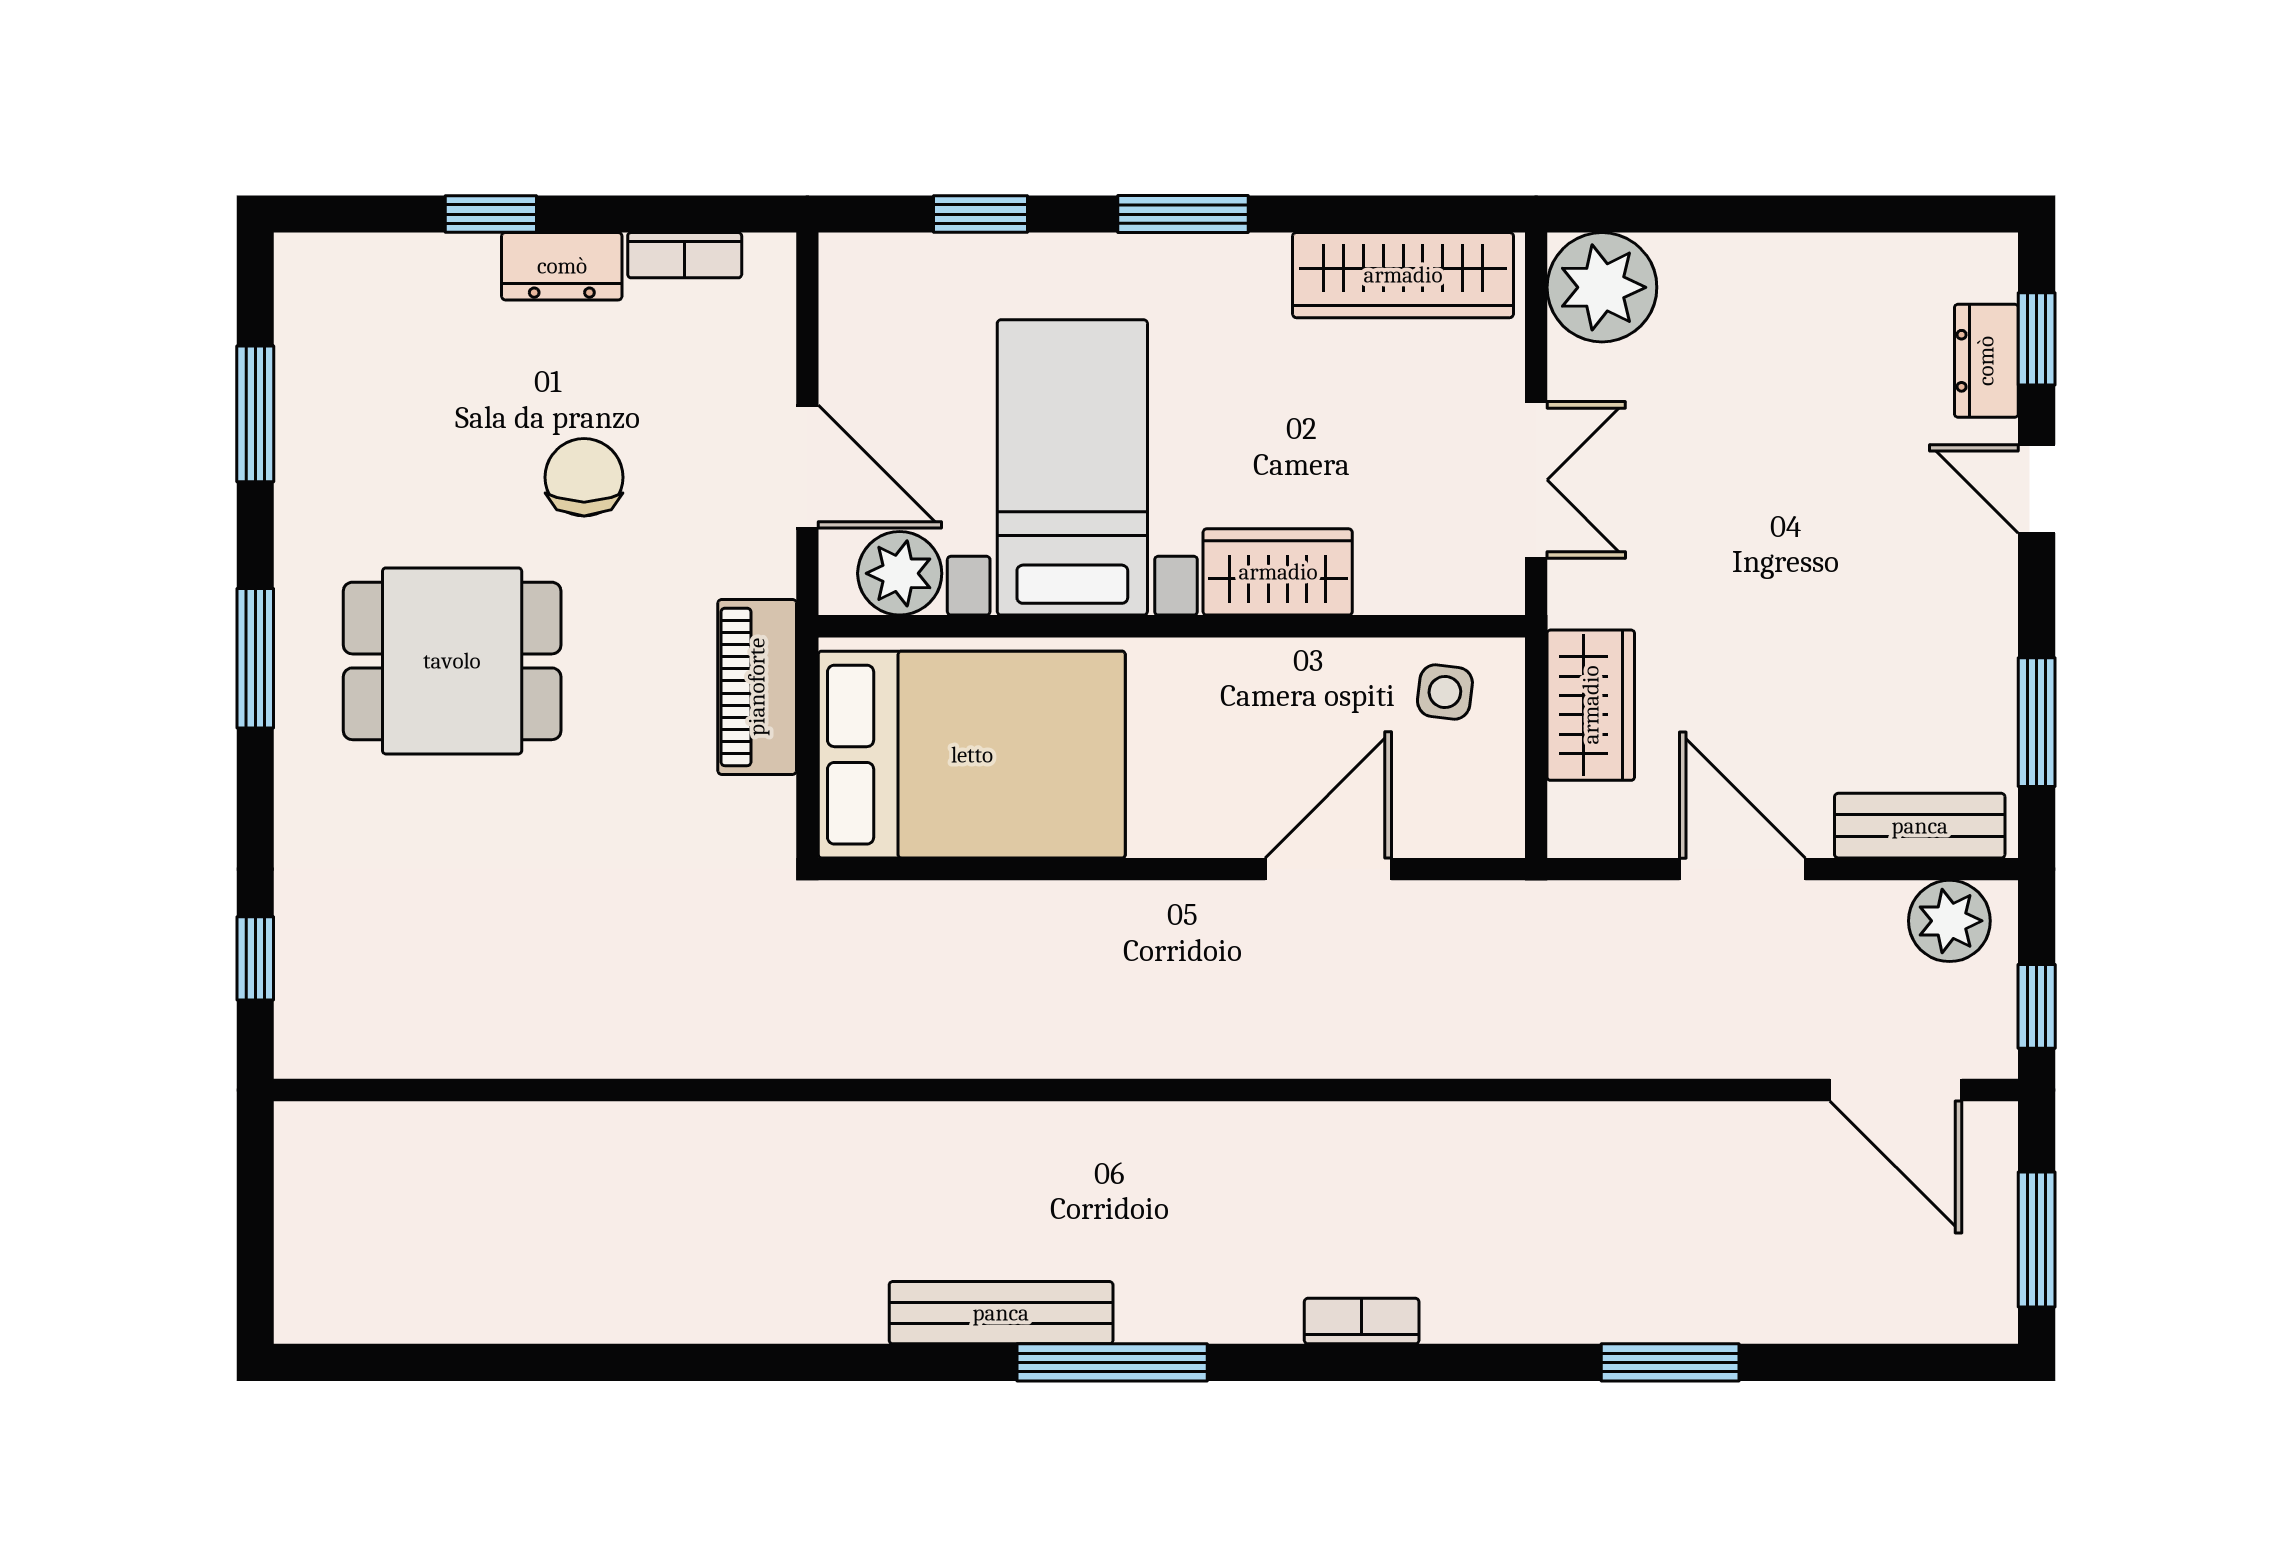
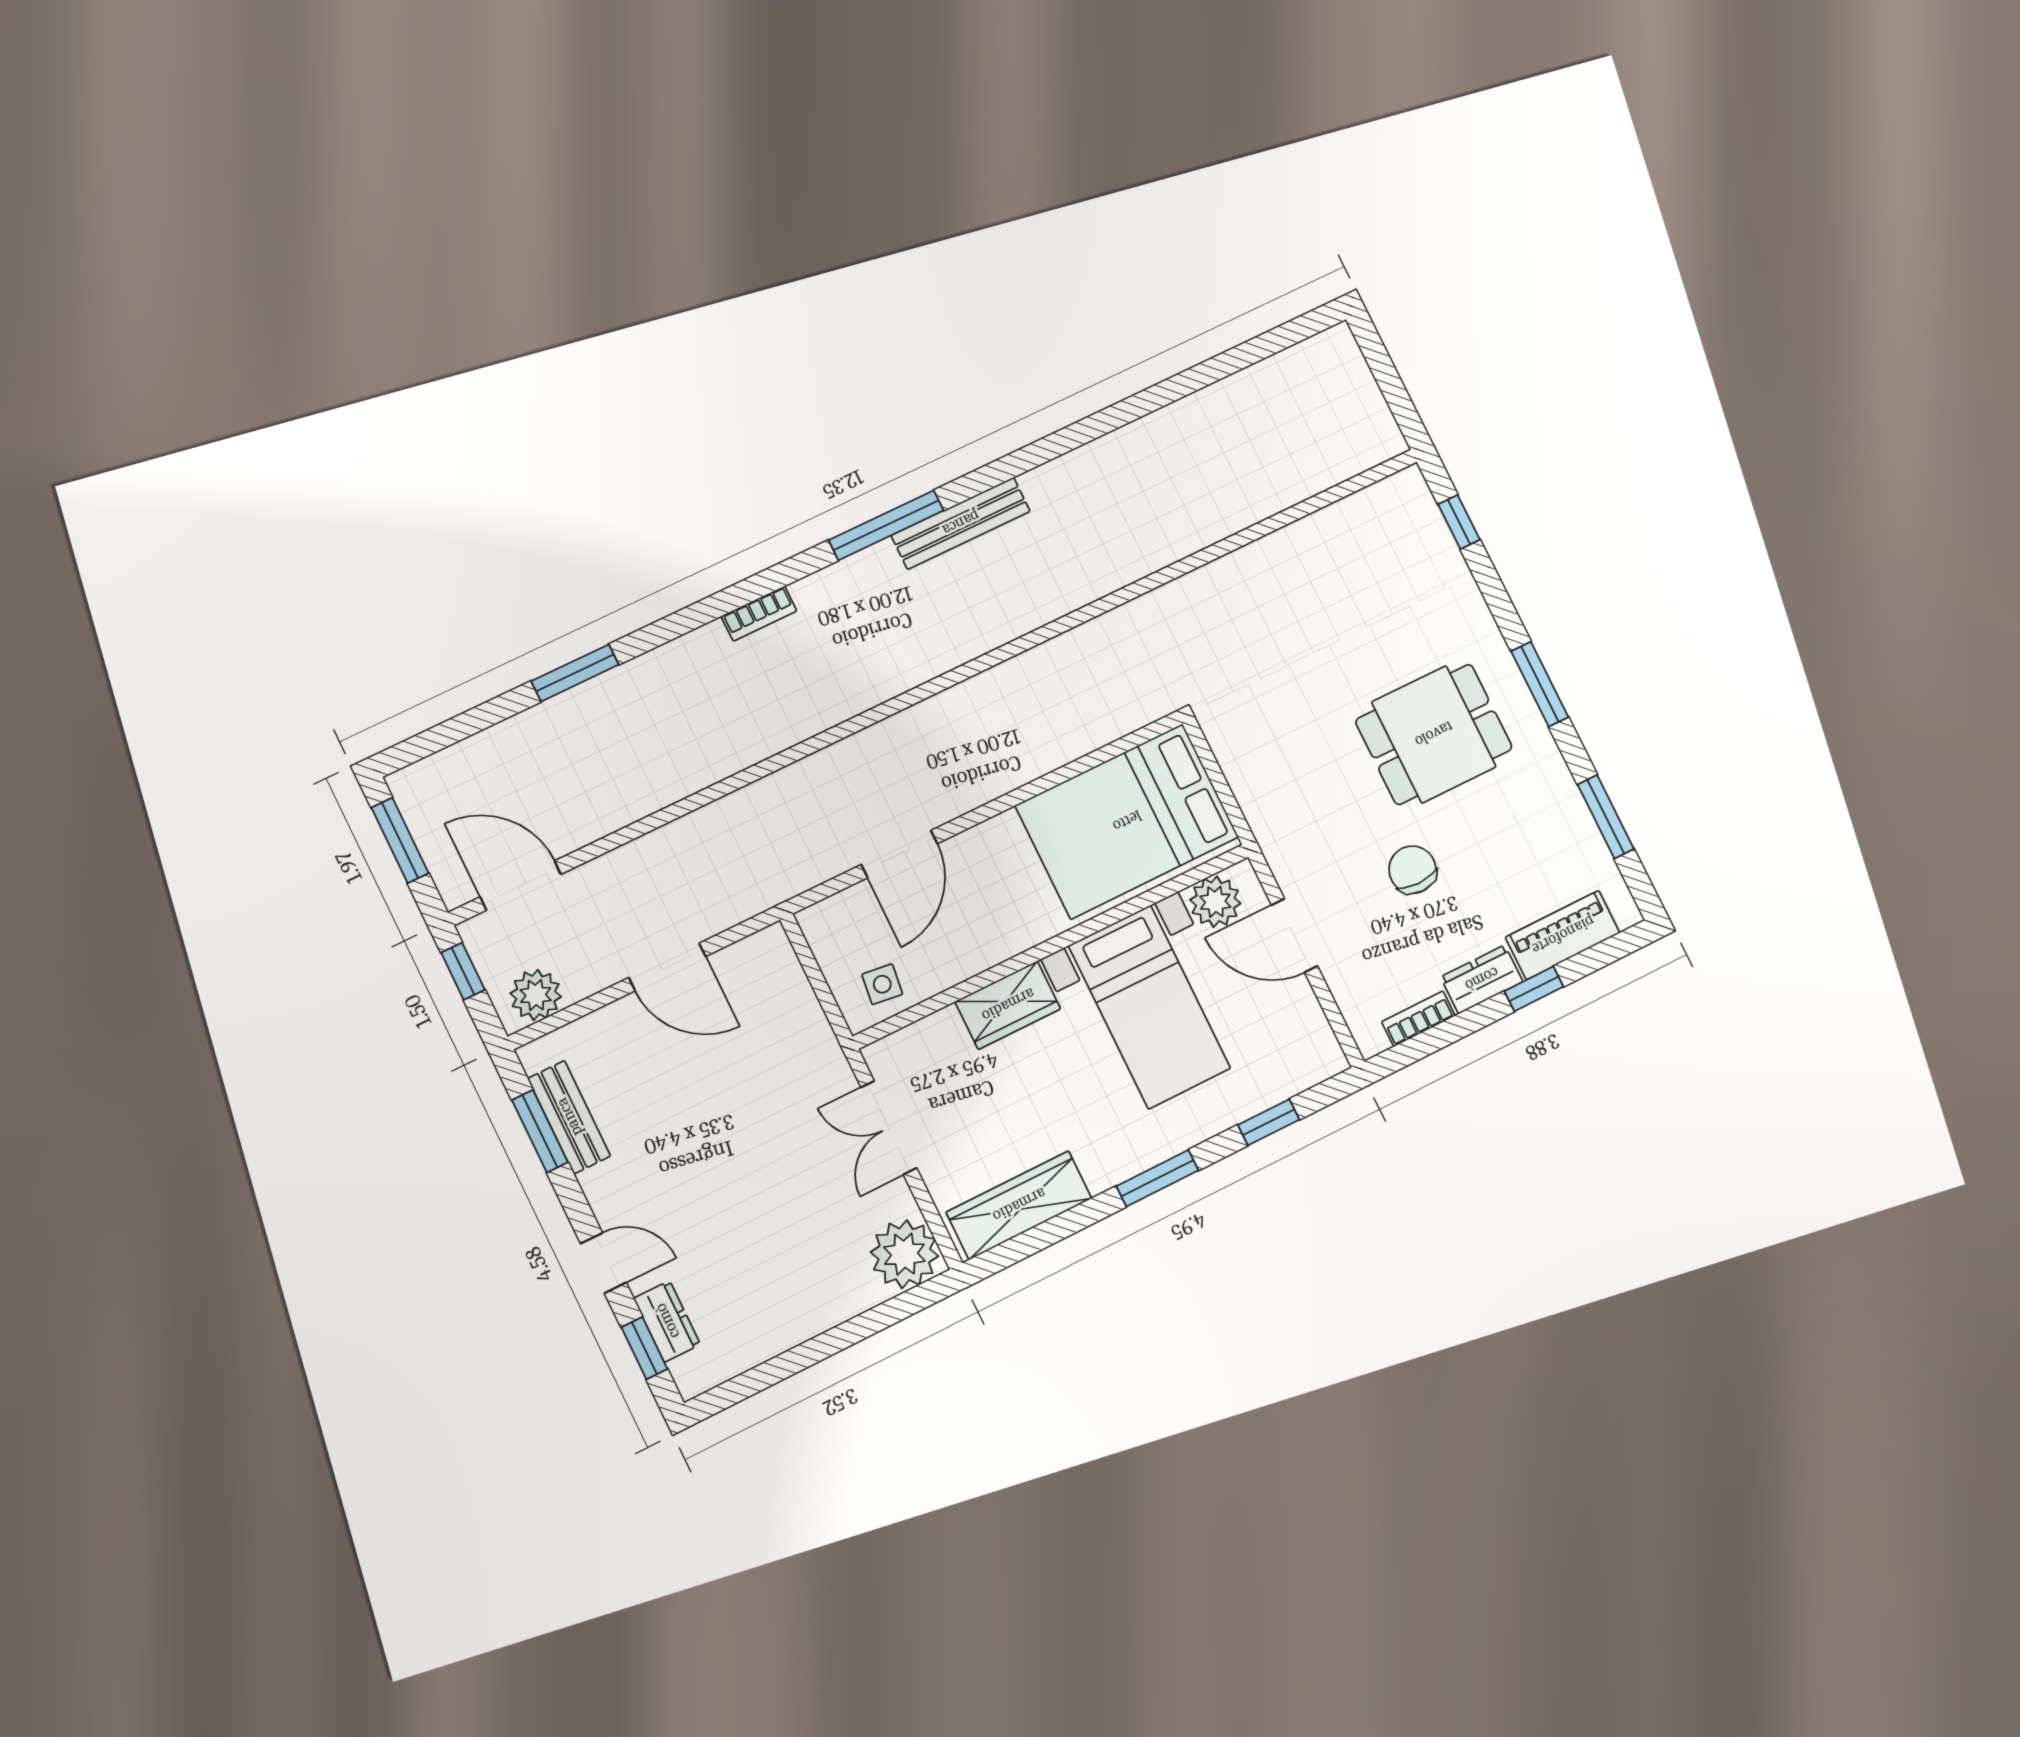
chair: (584, 477) -> (1413, 870), turned 180
piano: (757, 687) -> (1563, 935), moved, turned -90
wardrobe: (1591, 705) -> (797, 1017), removed
bench: (1920, 826) -> (569, 1117), moved, turned 90

